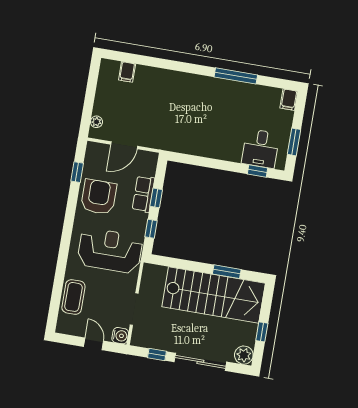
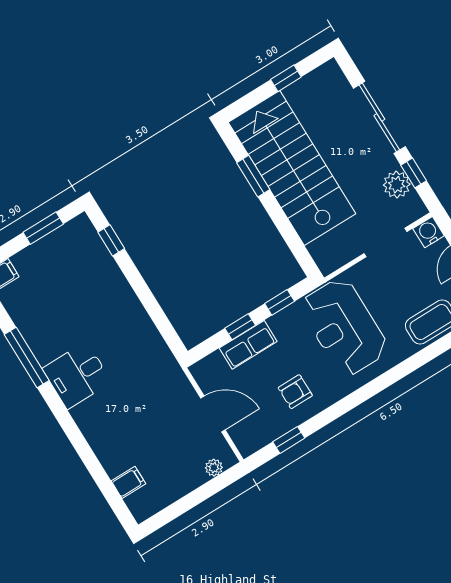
desk: (260, 149) -> (77, 375), moved, turned 180
armchair: (99, 197) -> (295, 392), width x0.53, depth x0.53
plant: (244, 355) -> (397, 185), moved

